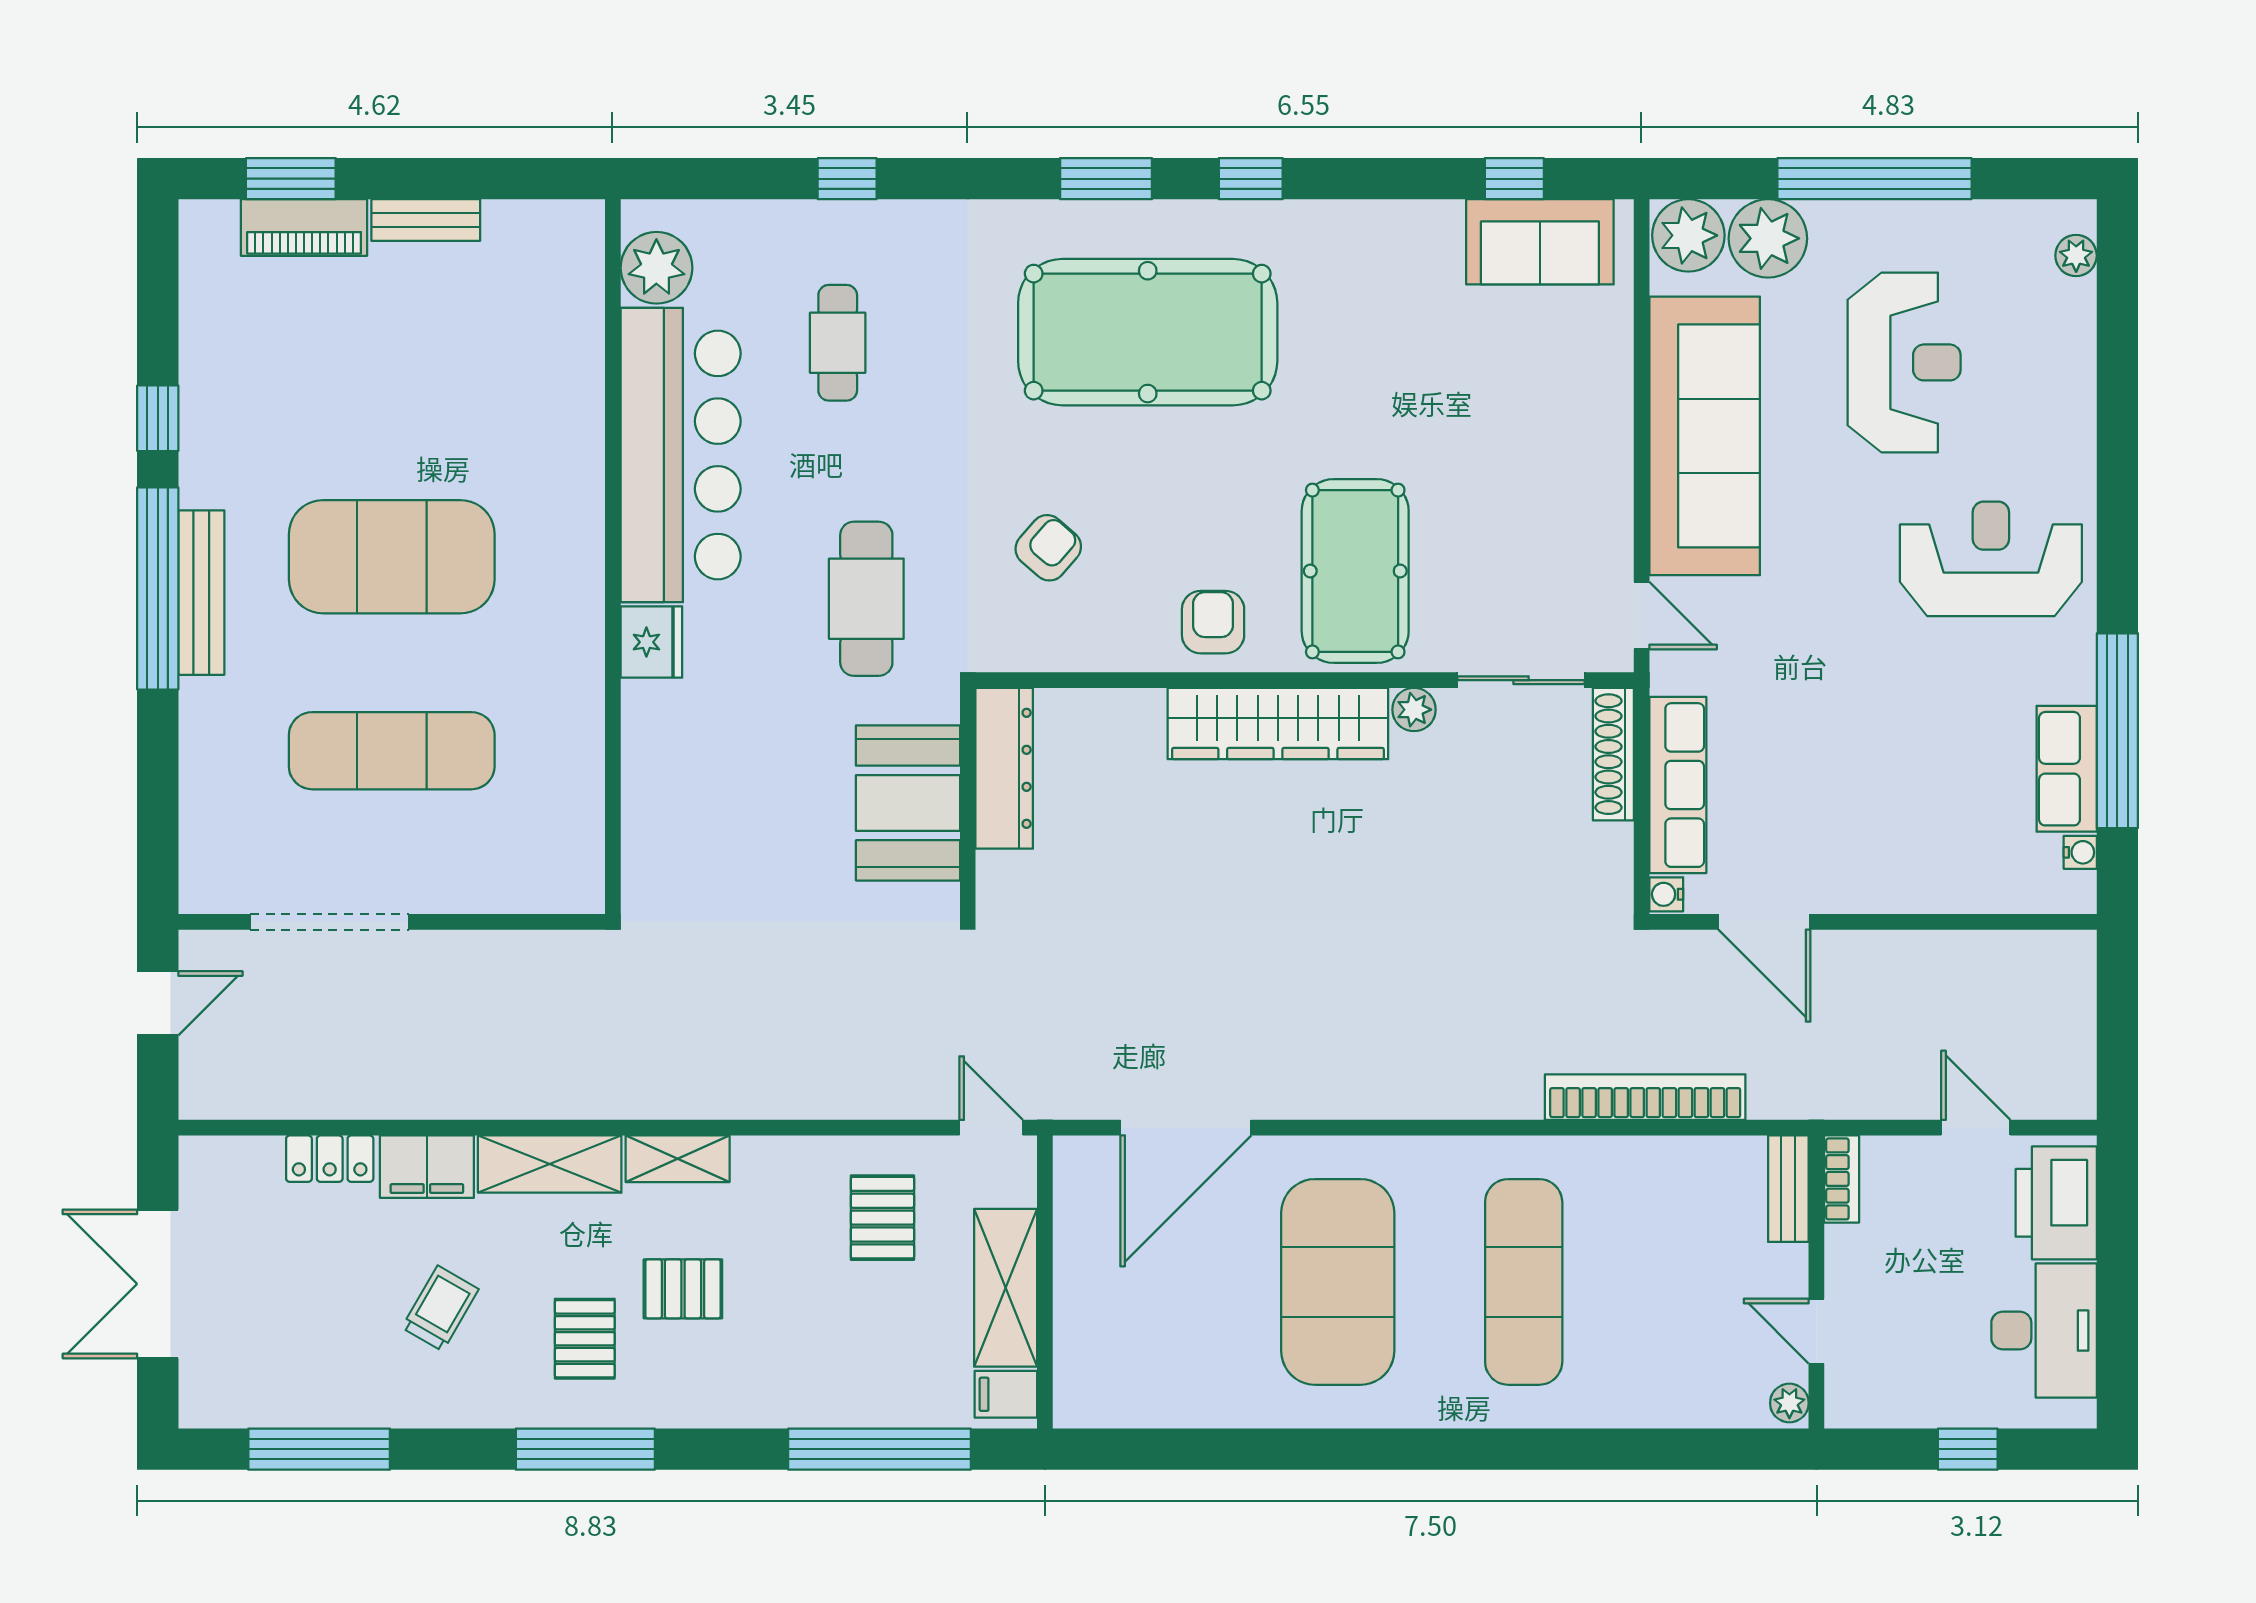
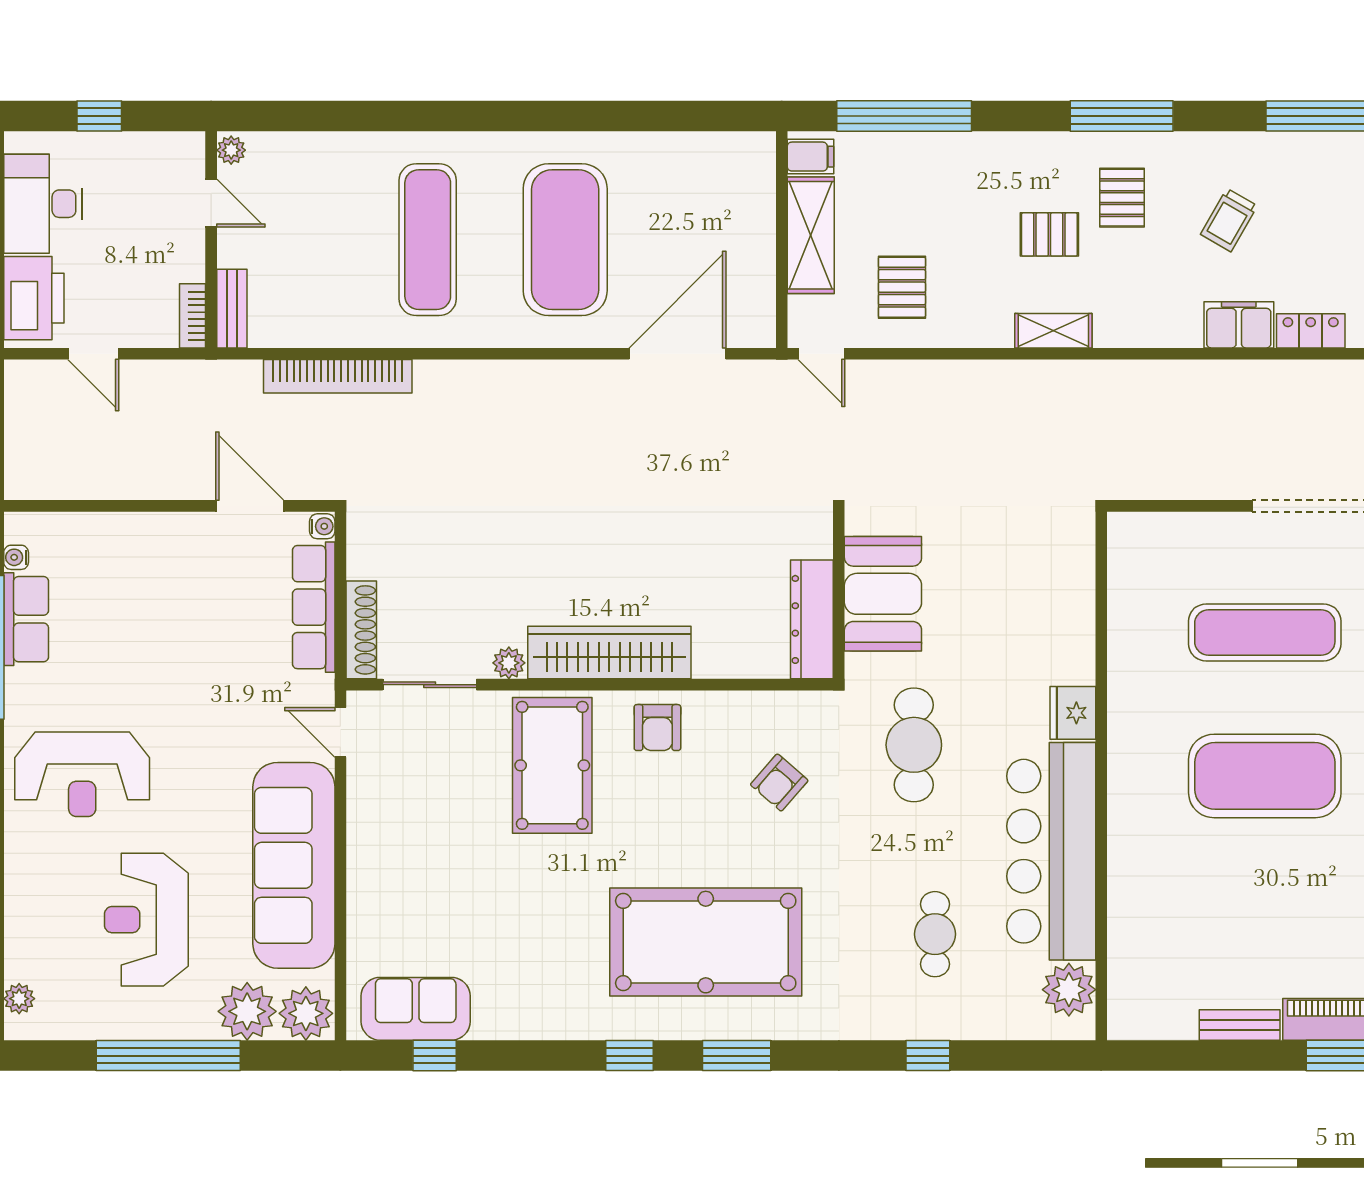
shelving: (550, 1164) -> (1148, 327), removed

